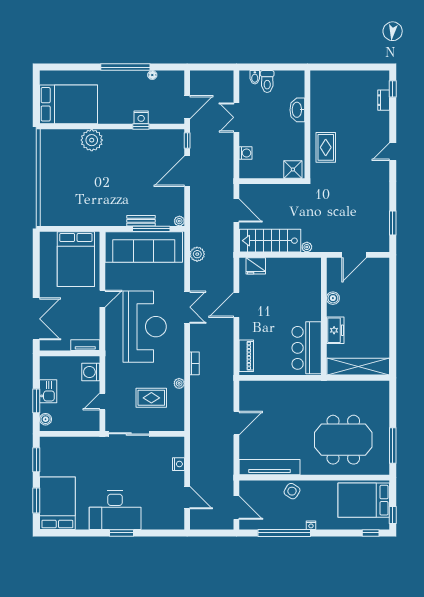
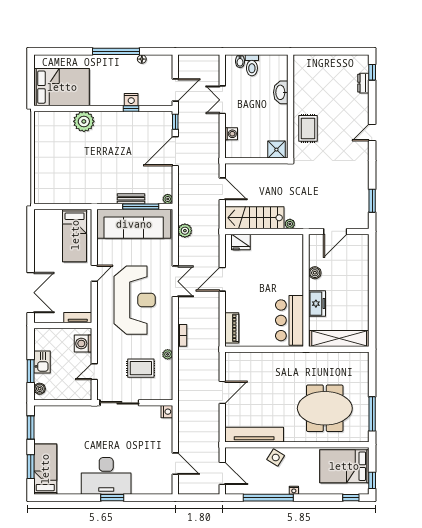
bed: (76, 259) -> (75, 235), width x0.67
nightstand: (178, 464) -> (167, 412), moved
bed: (57, 503) -> (45, 469), width x0.67

